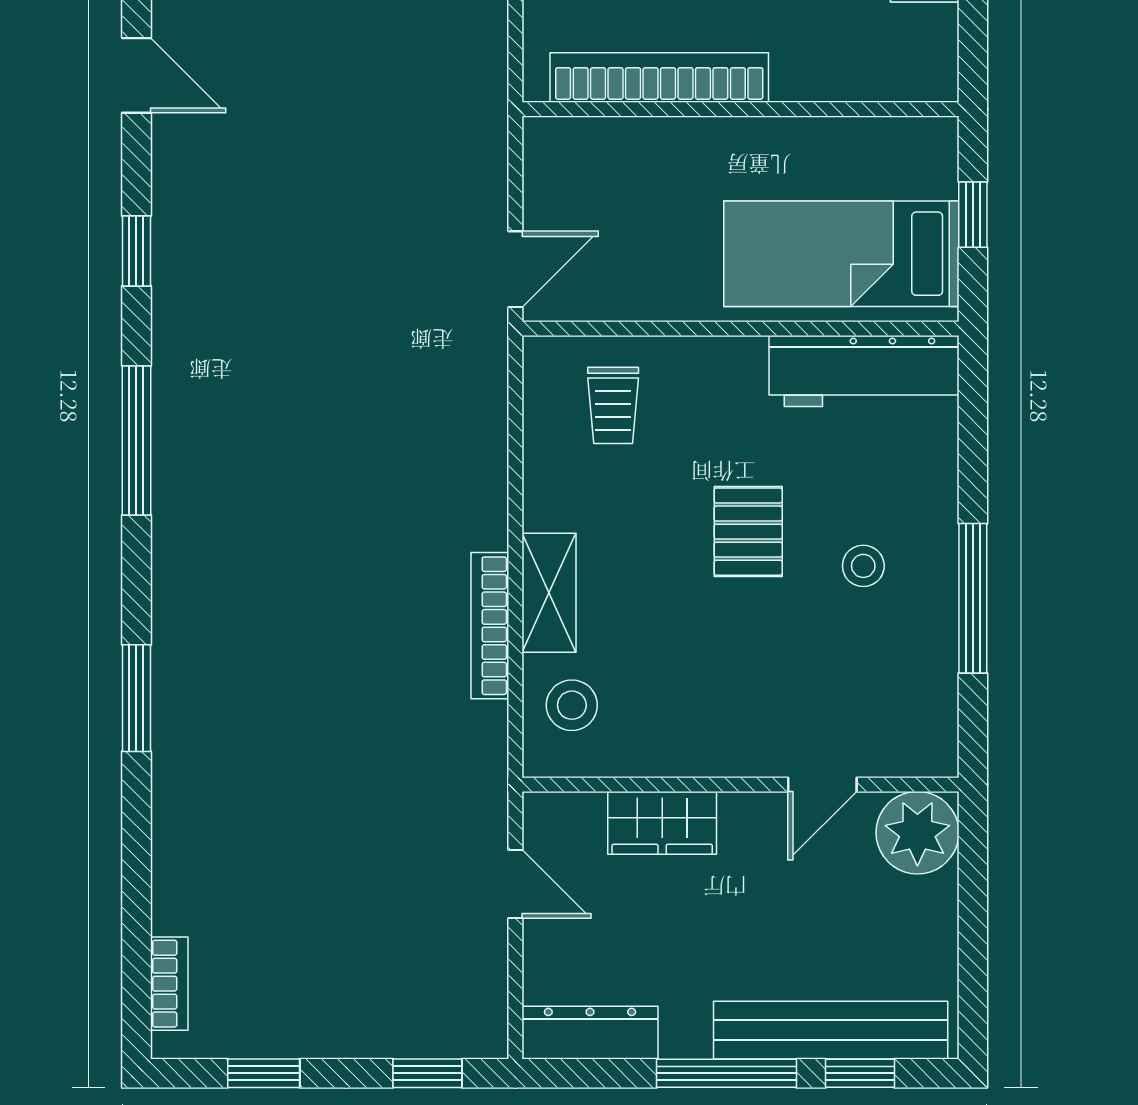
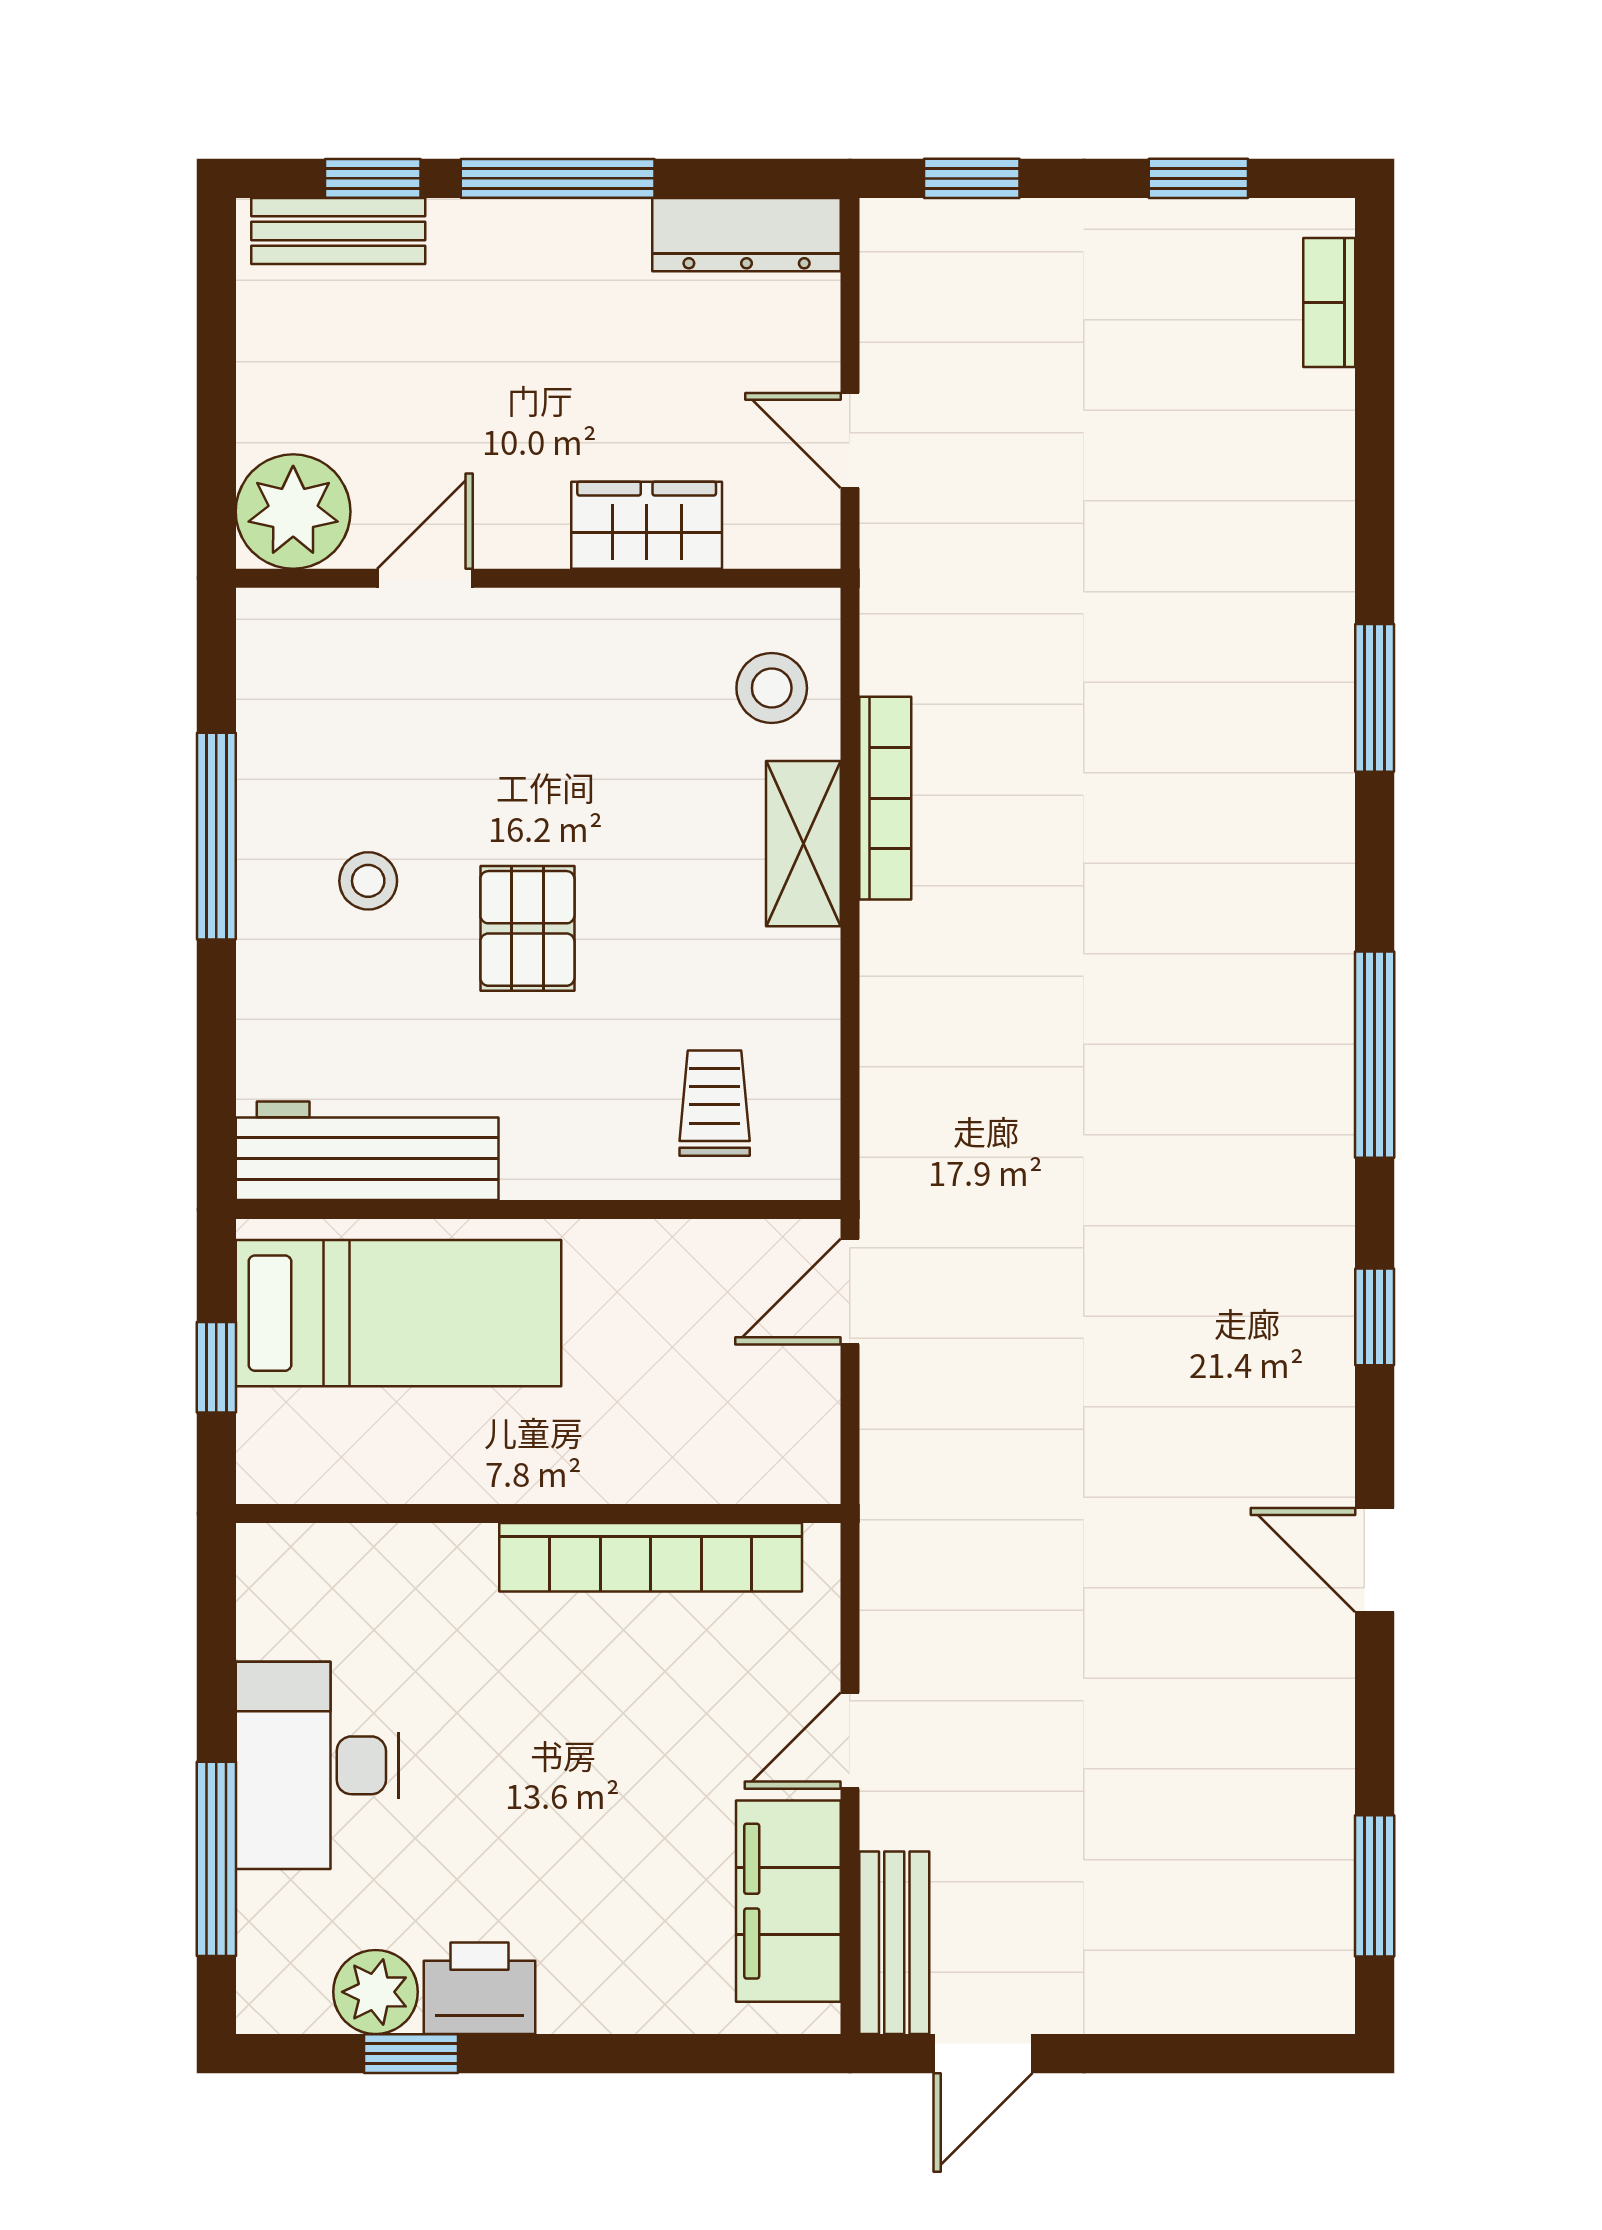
bench: (831, 1030) -> (338, 231), width x0.54, depth x0.82

